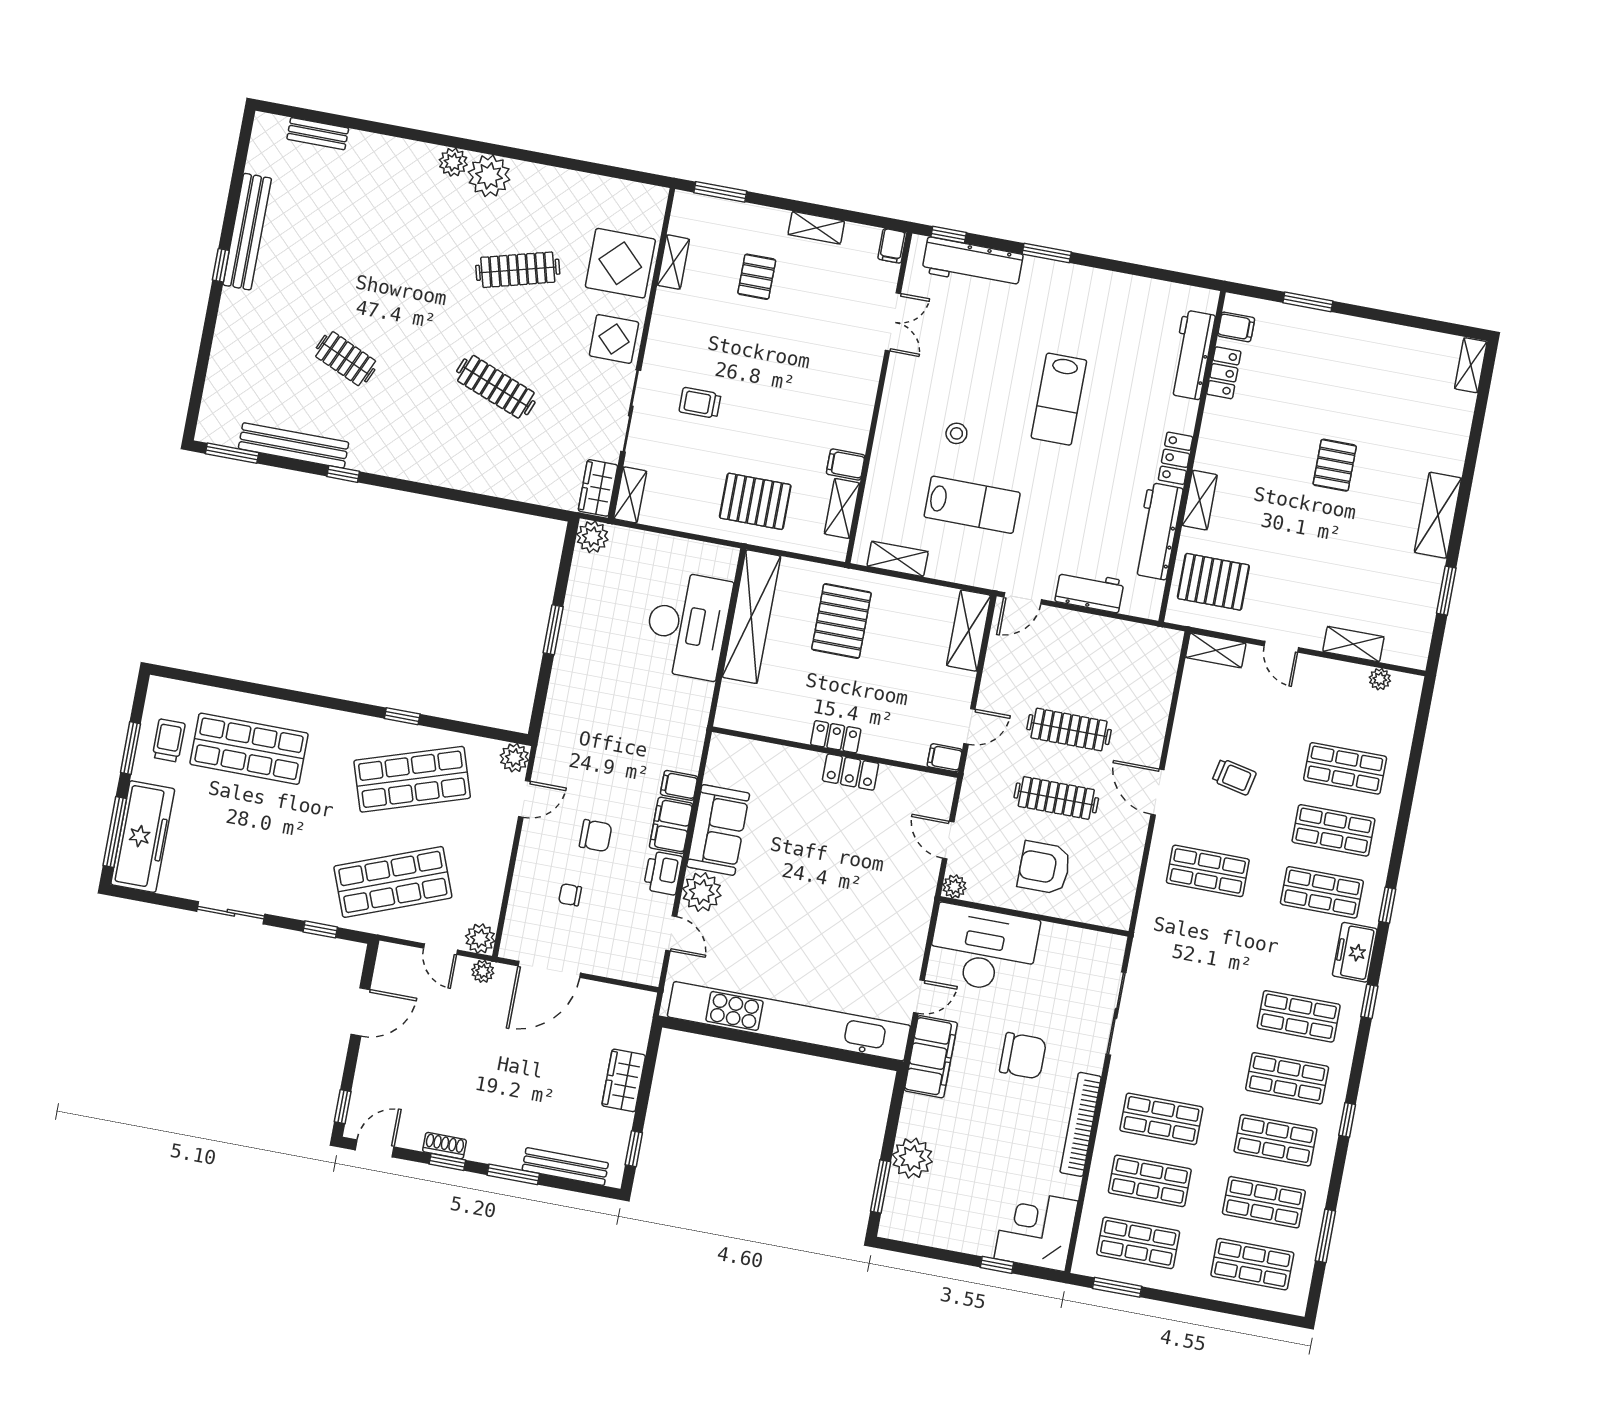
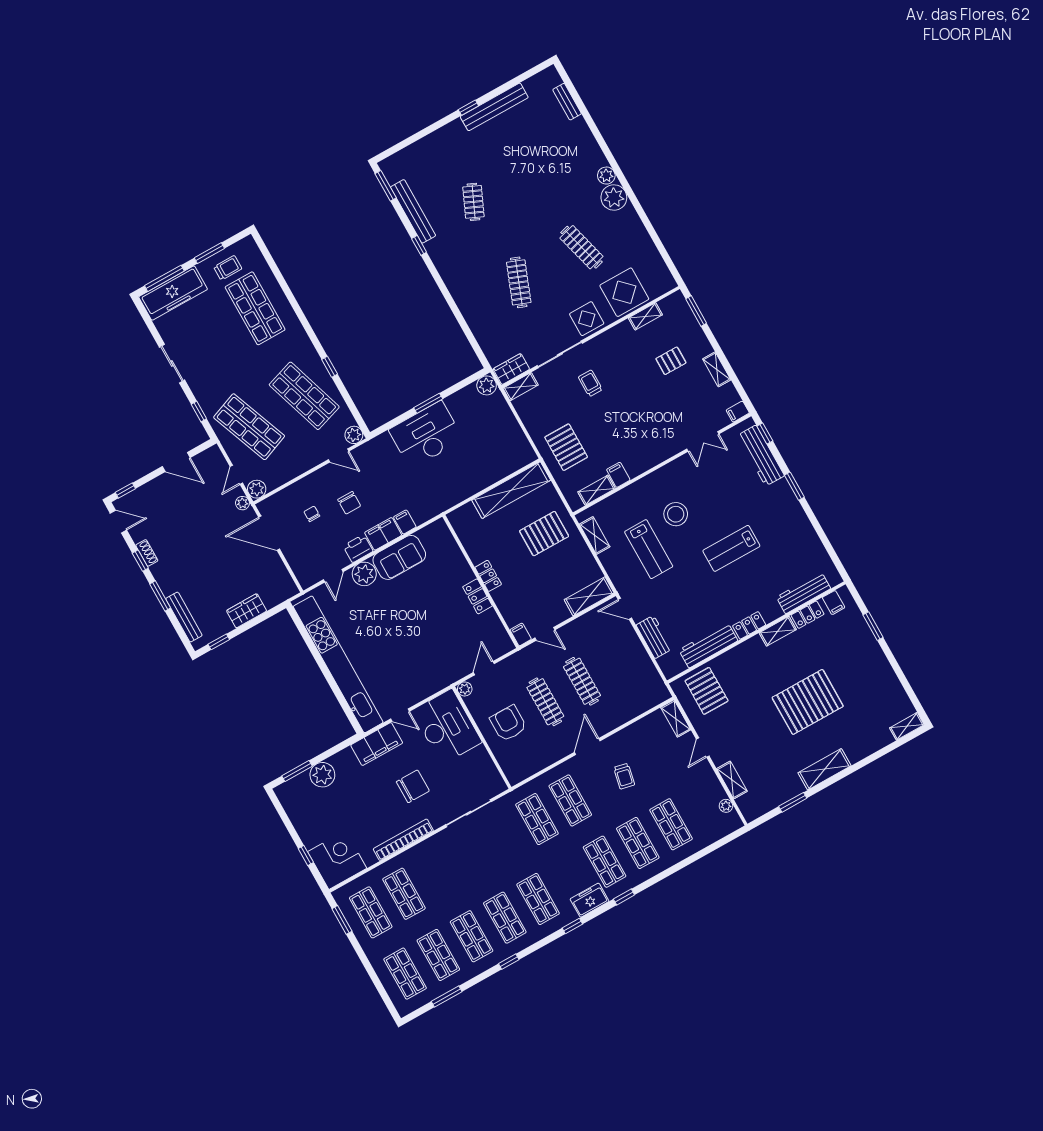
stool: (956, 433) -> (676, 514), width x1.89, depth x1.89
pallet: (1335, 465) -> (808, 702), width x2.05, depth x2.00
shelving: (1200, 500) -> (778, 631), moved
desk: (687, 625) -> (426, 435), moved, turned 180
chair: (1023, 1056) -> (413, 786), turned -90
shop shelf: (1161, 1119) -> (537, 819), moved

